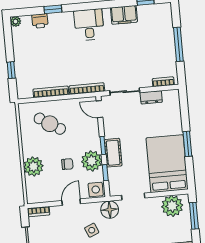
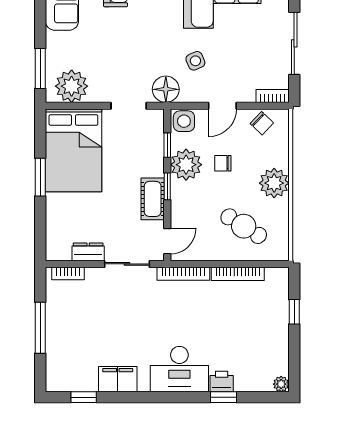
printer: (40, 21) -> (222, 382), moved
desk: (89, 25) -> (179, 369), width x1.37
door: (100, 109) -> (167, 241), hinge flipped
cot: (113, 153) -> (153, 199), moved
plant: (33, 166) -> (274, 183), moved
chair: (44, 193) -> (262, 123), added

